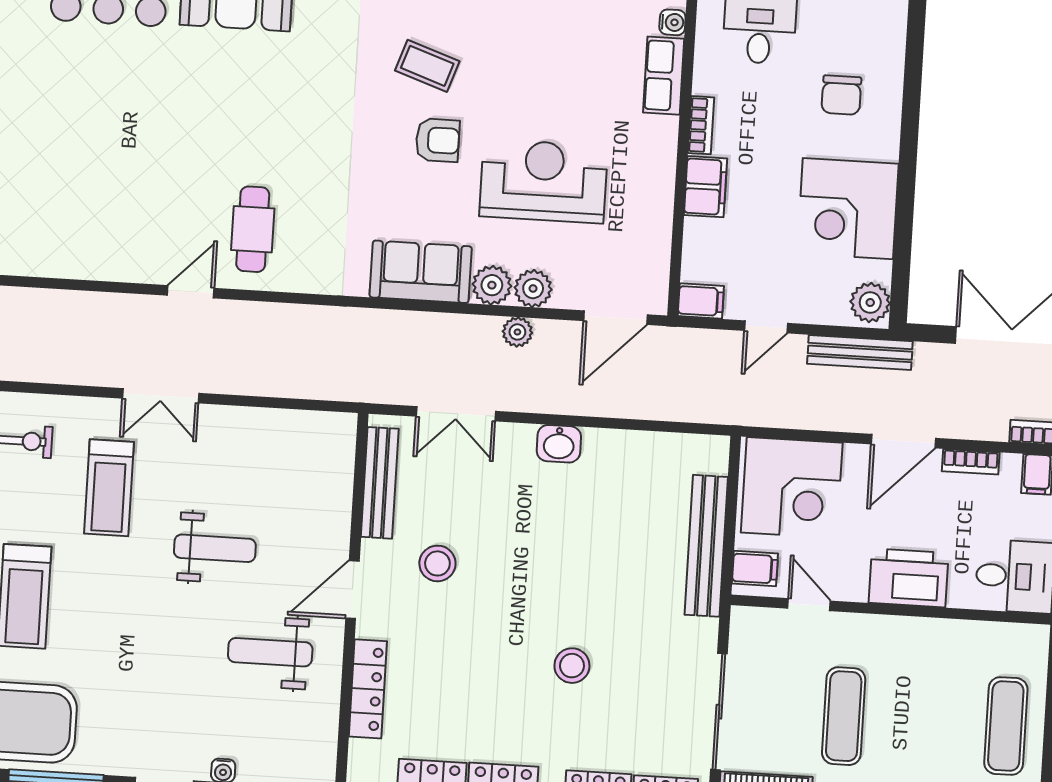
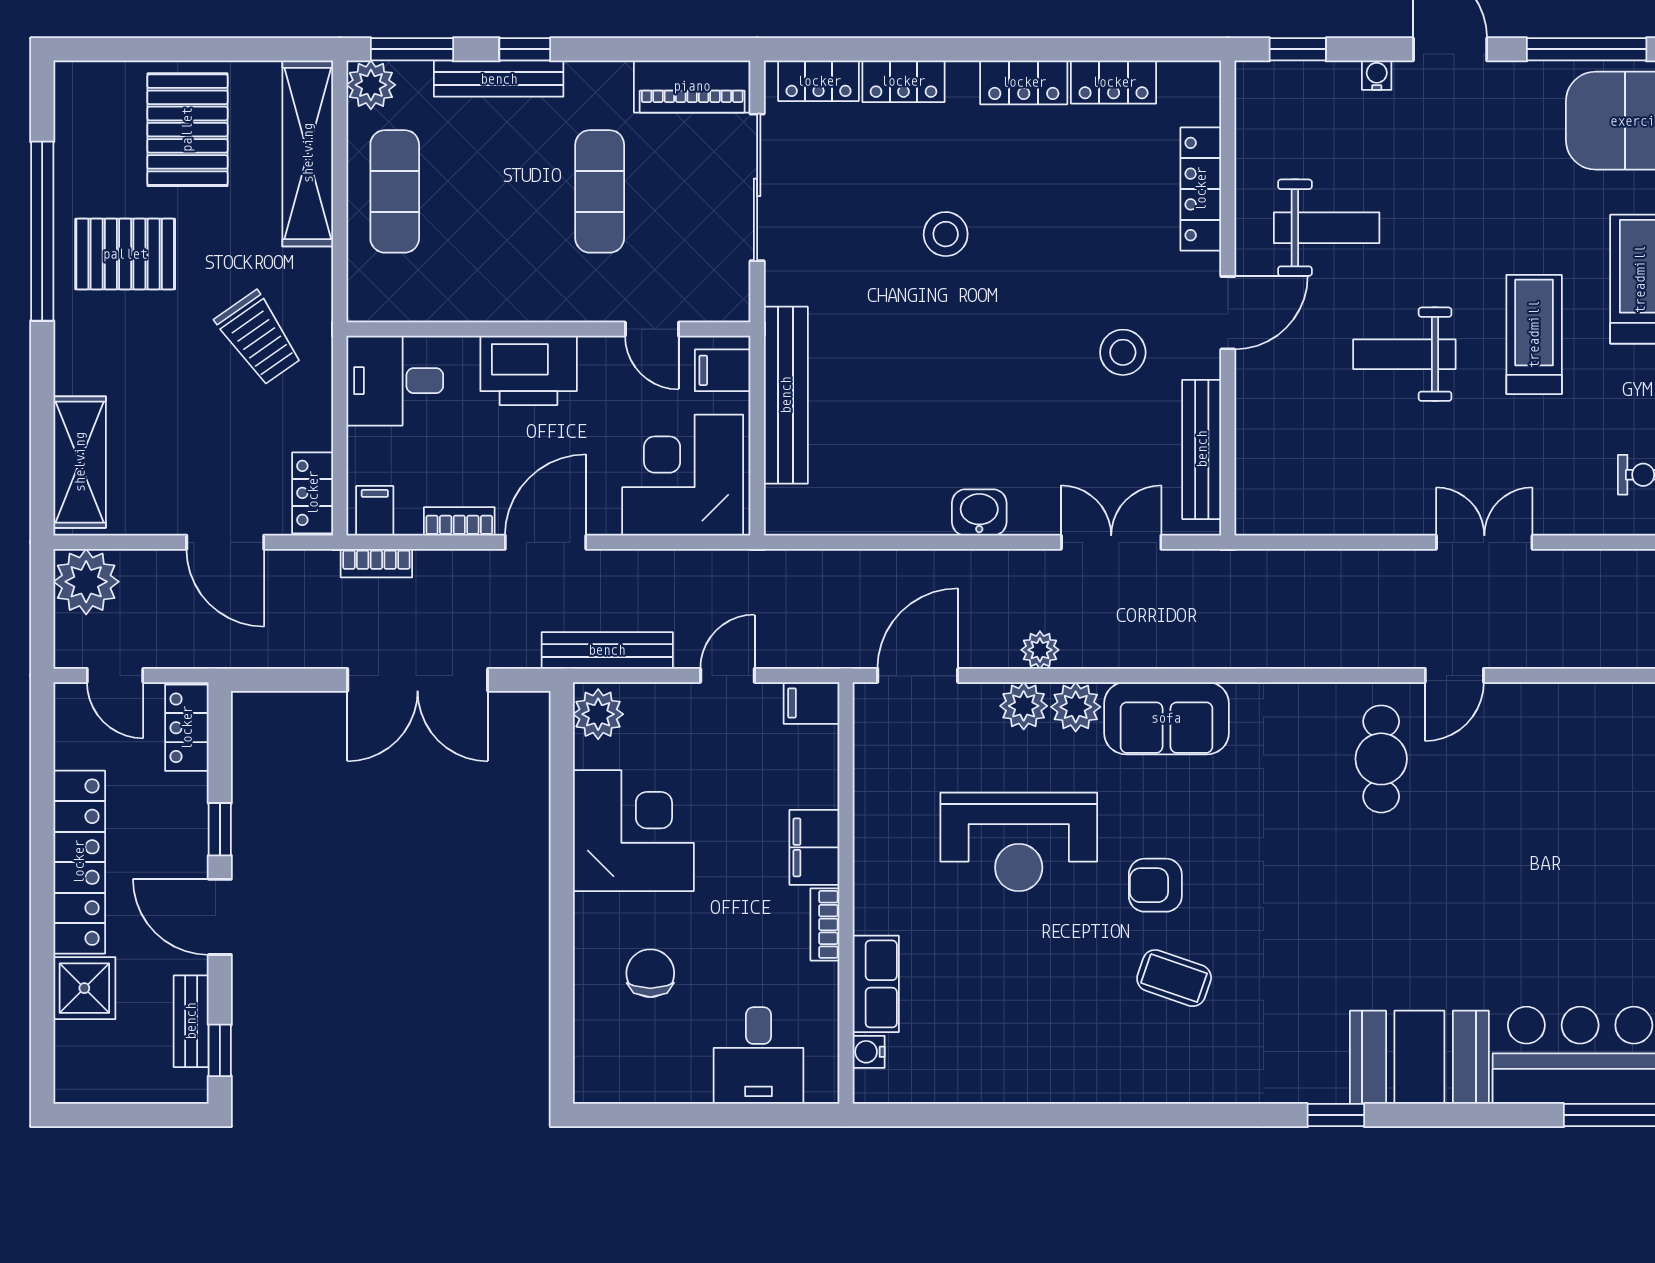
treadmill: (109, 488) -> (1534, 334), moved

